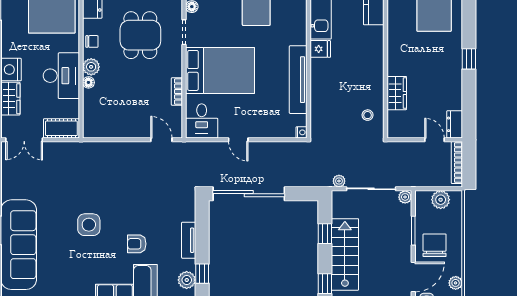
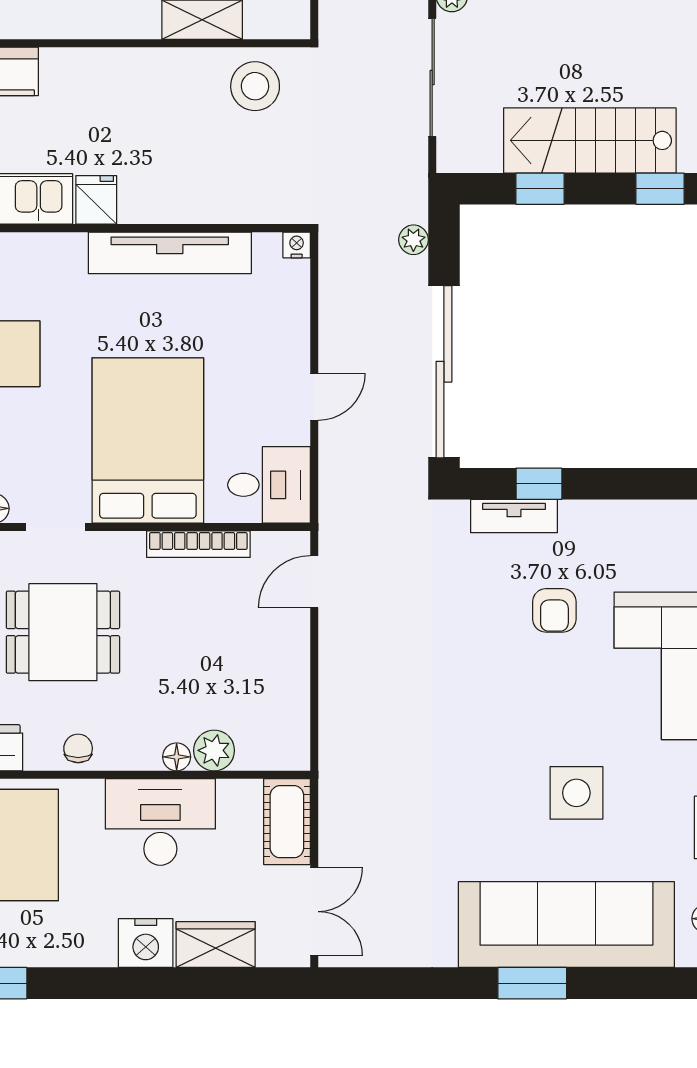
plant: (91, 67) -> (214, 750), moved
bookcase: (177, 91) -> (198, 544), width x1.56
stool: (368, 115) -> (255, 86), width x1.89, depth x1.89
plant: (339, 181) -> (413, 240), moved
side table: (89, 225) -> (576, 793), moved
tv unit: (189, 240) -> (514, 516), moved
armchair: (137, 244) -> (554, 610), moved
window: (202, 274) -> (539, 484), moved
plant: (187, 280) -> (651, 521), removed

